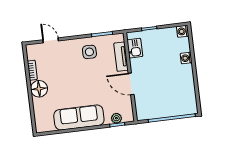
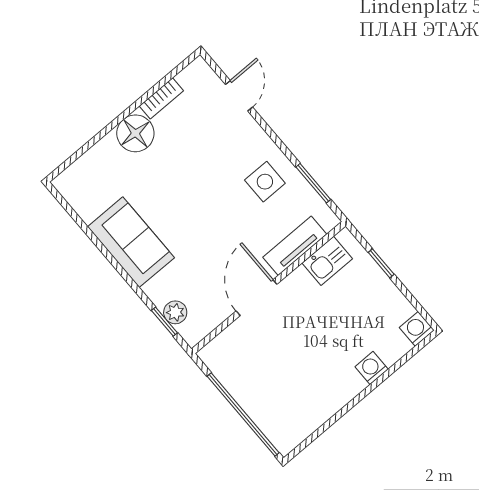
sofa: (79, 117) -> (131, 242), width x0.73

